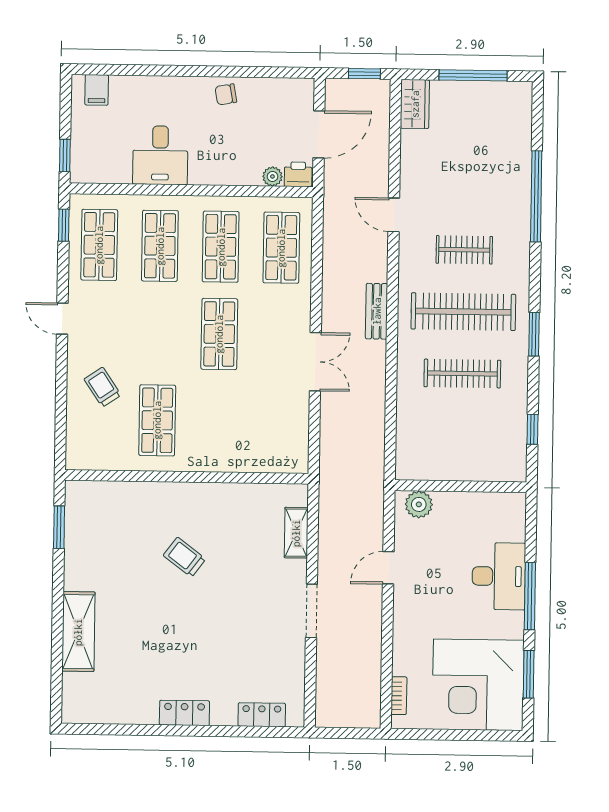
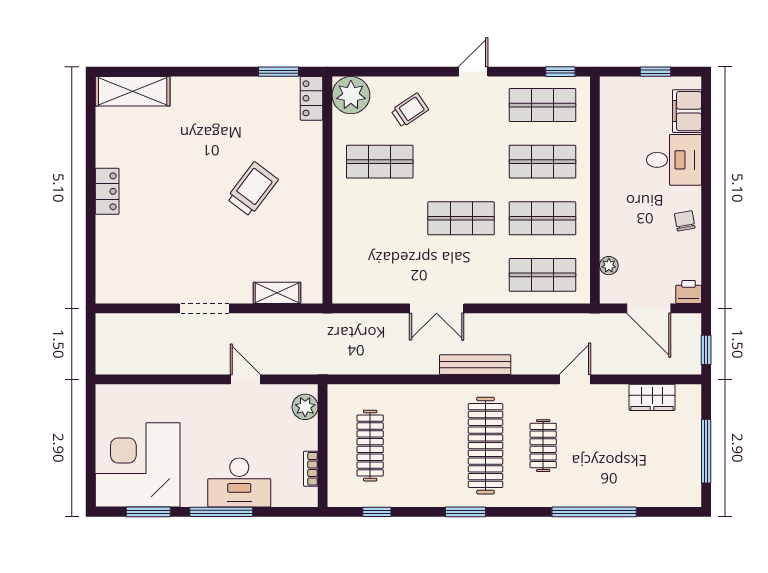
filing cabinet: (97, 90) -> (687, 111), width x2.00
wardrobe: (415, 104) -> (652, 397), moved
window: (65, 155) -> (655, 72), moved
desk: (160, 155) -> (674, 160), moved, turned 180
printer: (298, 174) -> (689, 292), moved, turned -90
bench: (377, 311) -> (475, 365), width x1.36
clothes rail: (462, 373) -> (370, 446), moved
plant: (85, 450) -> (351, 95), added
trolley: (184, 557) -> (252, 189), width x1.36, depth x1.39
shelving: (78, 632) -> (133, 91), moved
bookcase: (399, 696) -> (311, 469), moved, turned 90
locker: (262, 715) -> (312, 98), moved, turned 180

